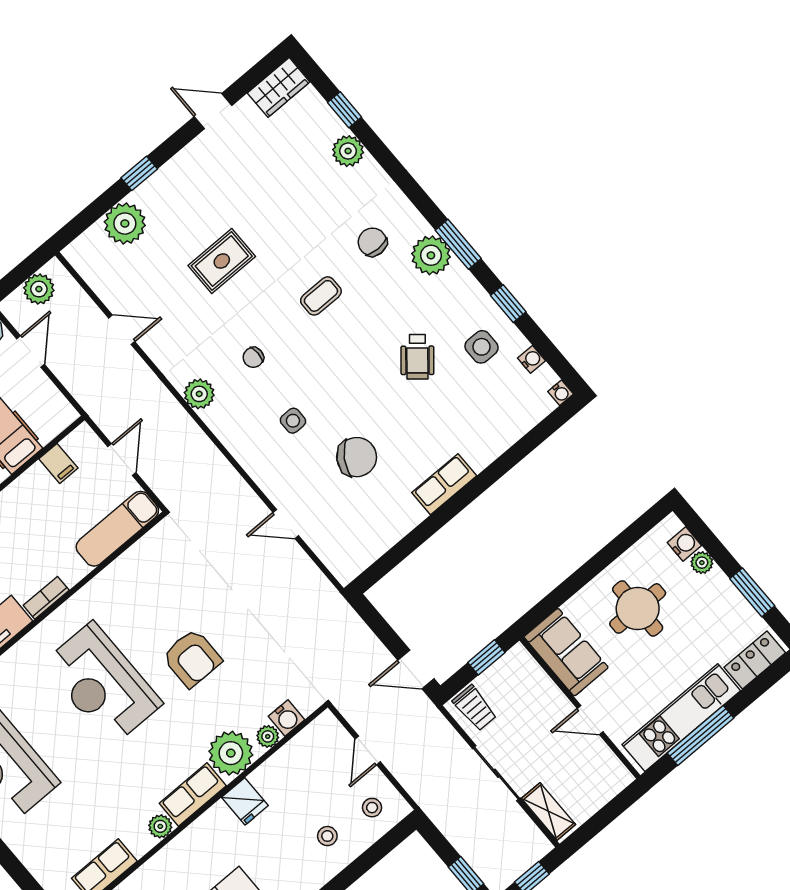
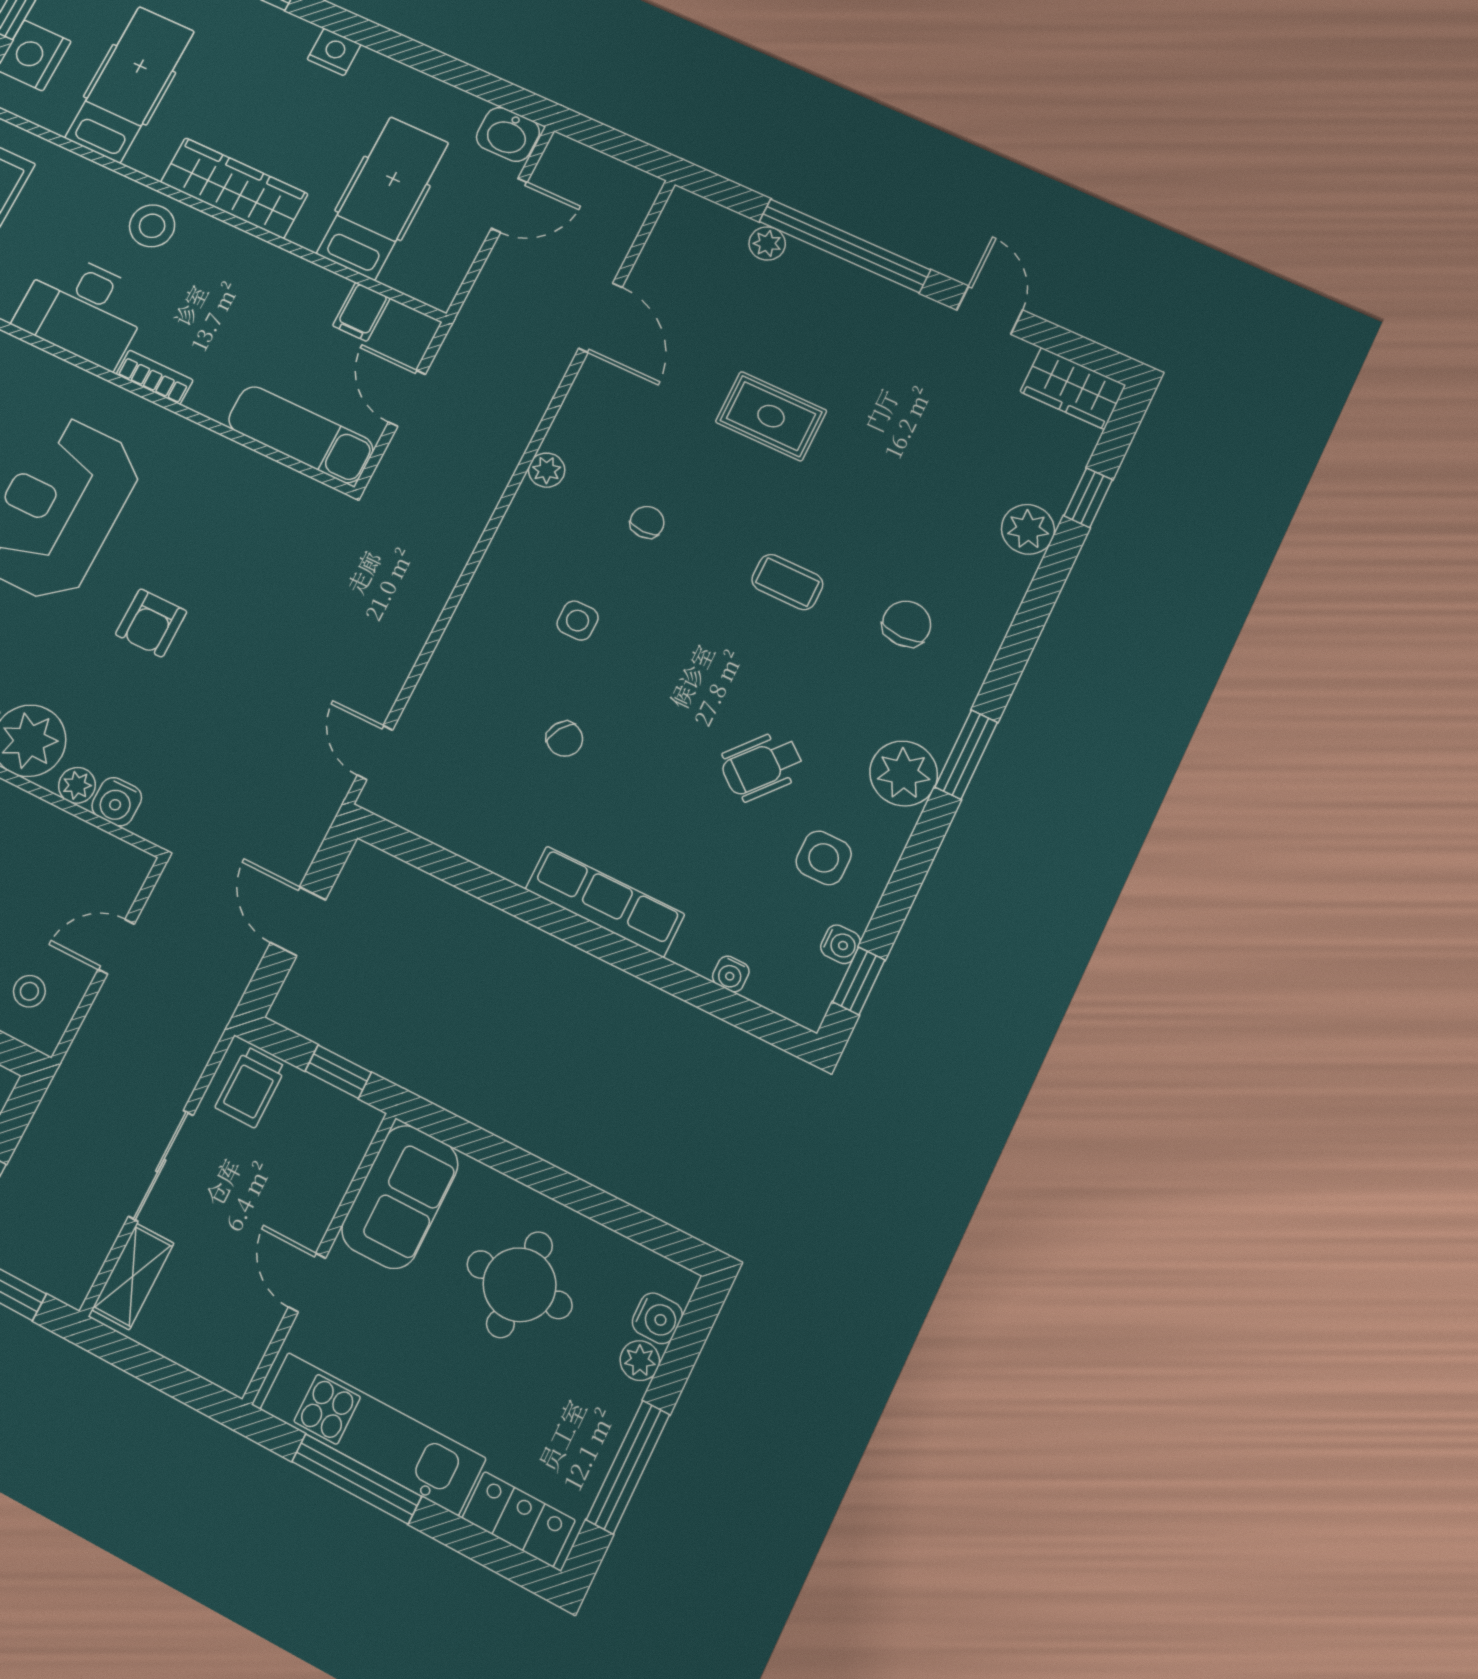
window: (139, 173) -> (845, 246), width x3.17
plant: (125, 224) -> (767, 243), width x0.53, depth x0.53
plant: (431, 255) -> (904, 773), moved
plant: (39, 289) -> (606, 179), removed
window: (508, 304) -> (859, 981), moved
door: (122, 330) -> (600, 318), width x1.38
chair: (253, 357) -> (647, 522), turned 90
water cooler: (561, 393) -> (731, 974), moved
plant: (199, 394) -> (547, 470), width x0.73, depth x0.73
chair: (357, 457) -> (565, 739), width x0.54, depth x0.54
door: (122, 460) -> (407, 398), swing flipped
row of seats: (444, 484) -> (605, 902), width x1.48
door: (286, 524) -> (375, 753), moved
window: (752, 592) -> (628, 1467), width x1.44
armchair: (192, 658) -> (151, 623), width x0.72, depth x0.72
door: (416, 669) -> (298, 921), moved

